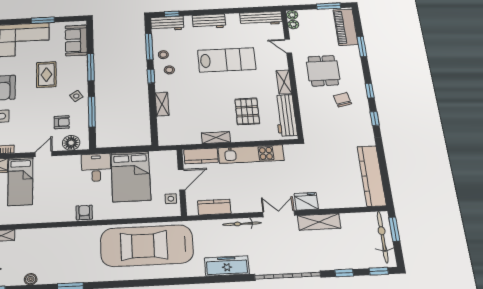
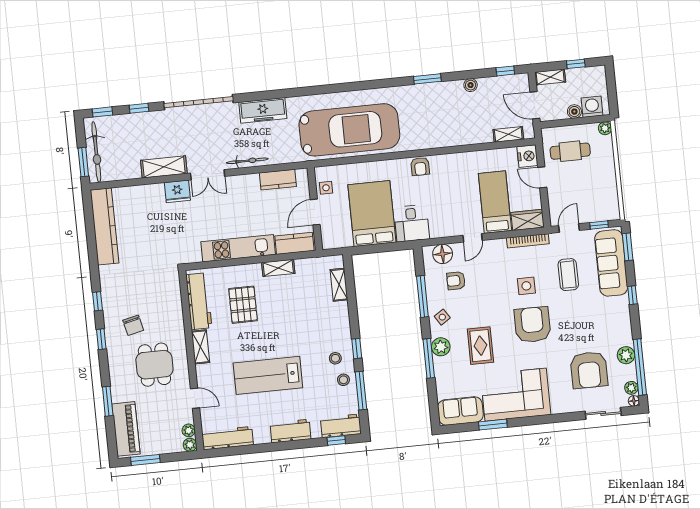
sofa: (76, 40) -> (460, 411), moved, turned -90
plant: (80, 75) -> (441, 347), added
shelving: (162, 104) -> (339, 285), moved

